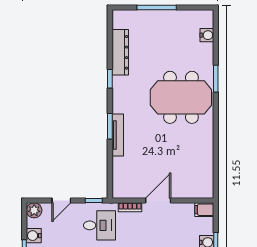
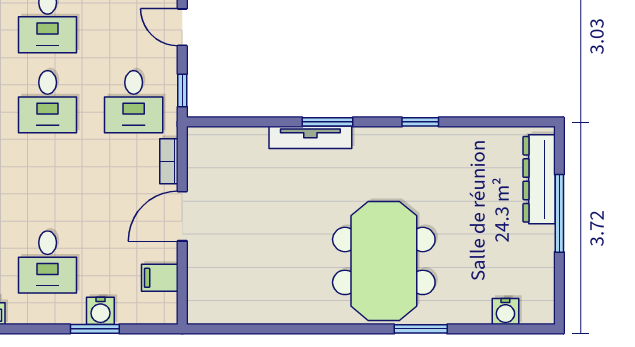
dresser: (120, 52) -> (539, 179), moved, turned 90
door: (158, 201) -> (182, 216), swing flipped
filing cabinet: (204, 210) -> (160, 278), moved, turned -90

